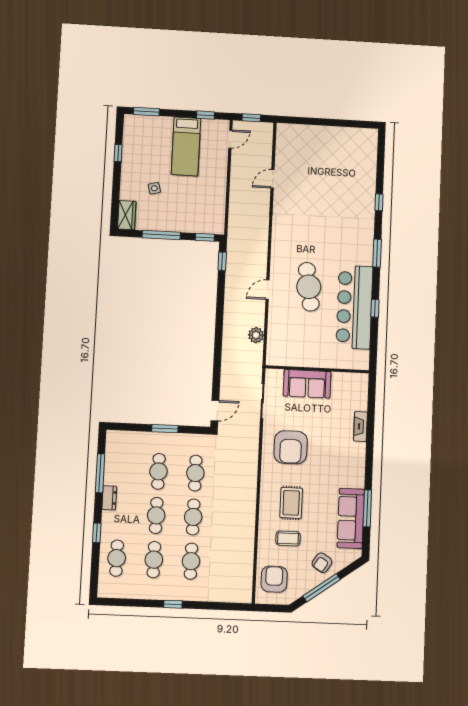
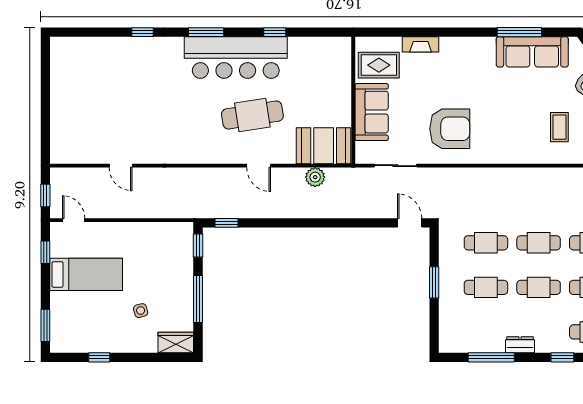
bar counter: (354, 307) -> (236, 58), moved
booth: (281, 343) -> (324, 146), added
rug: (291, 503) -> (379, 65), moved

